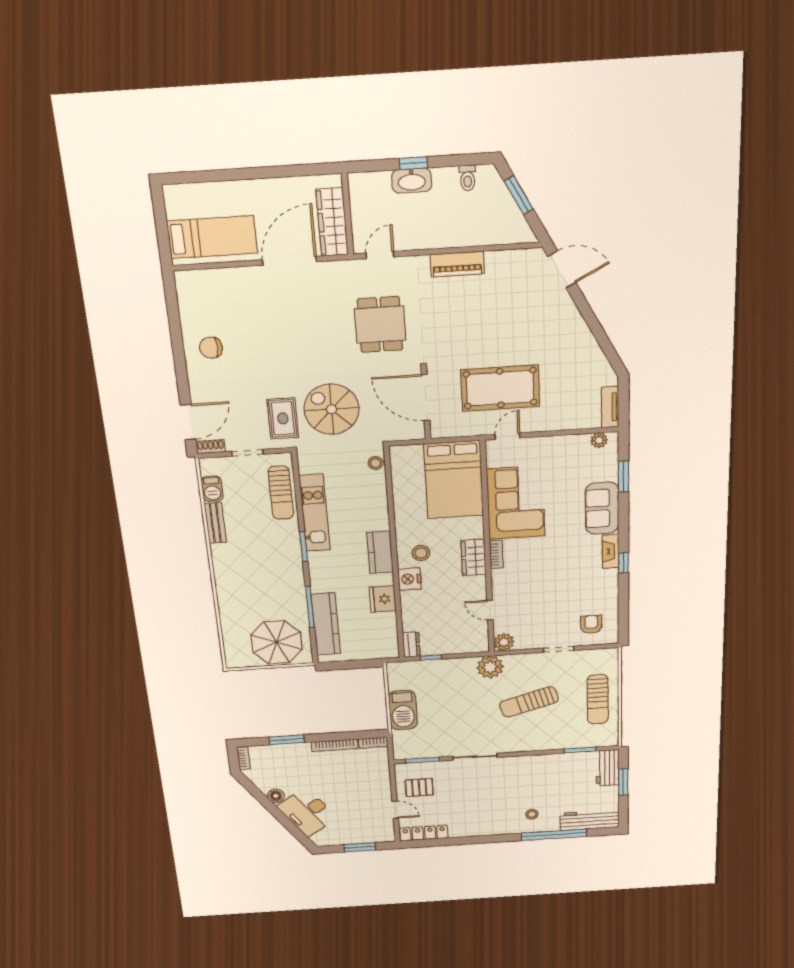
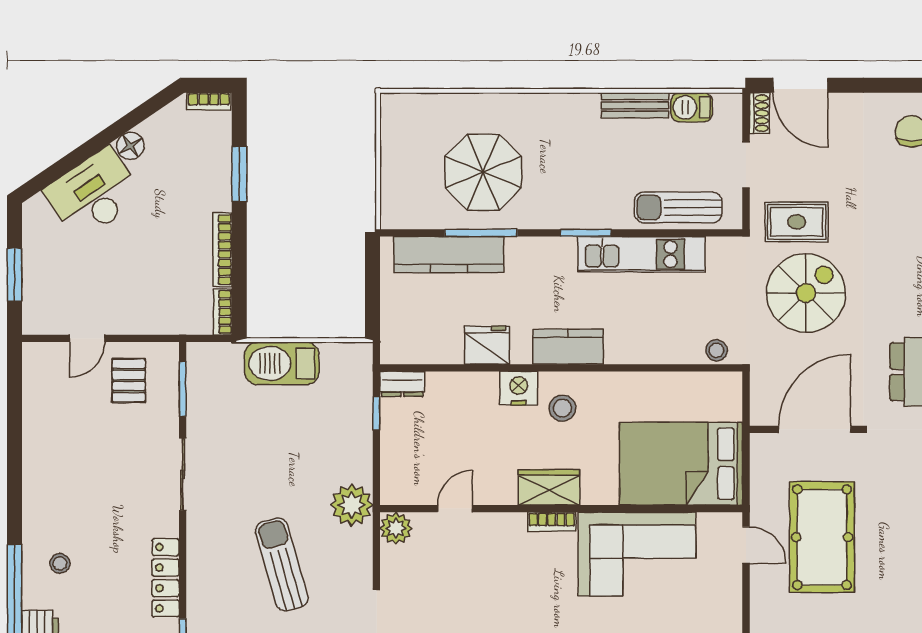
parasol: (277, 642) -> (483, 172), moved
locker: (424, 833) -> (166, 578), moved, turned 180

